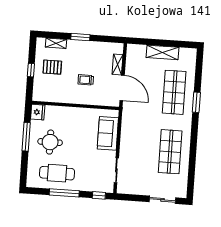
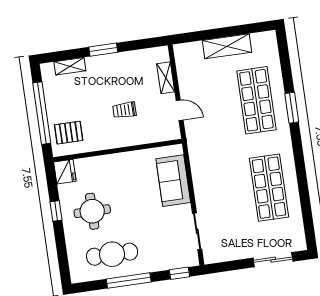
pallet: (52, 67) -> (69, 133), moved
window: (31, 70) -> (42, 113), width x3.17
door: (122, 88) -> (180, 110), width x0.53
window: (26, 137) -> (56, 211), width x0.46

